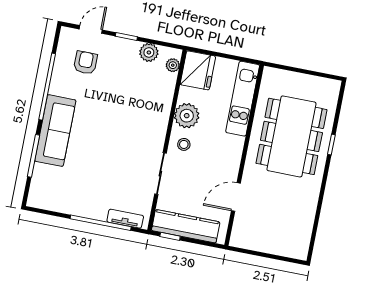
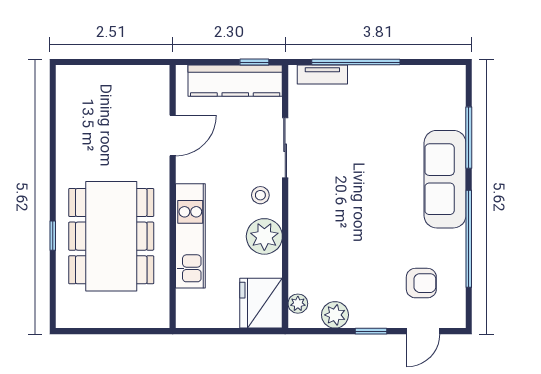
armchair: (85, 63) -> (421, 283), turned -90
kitchen unit: (243, 99) -> (190, 236), moved

